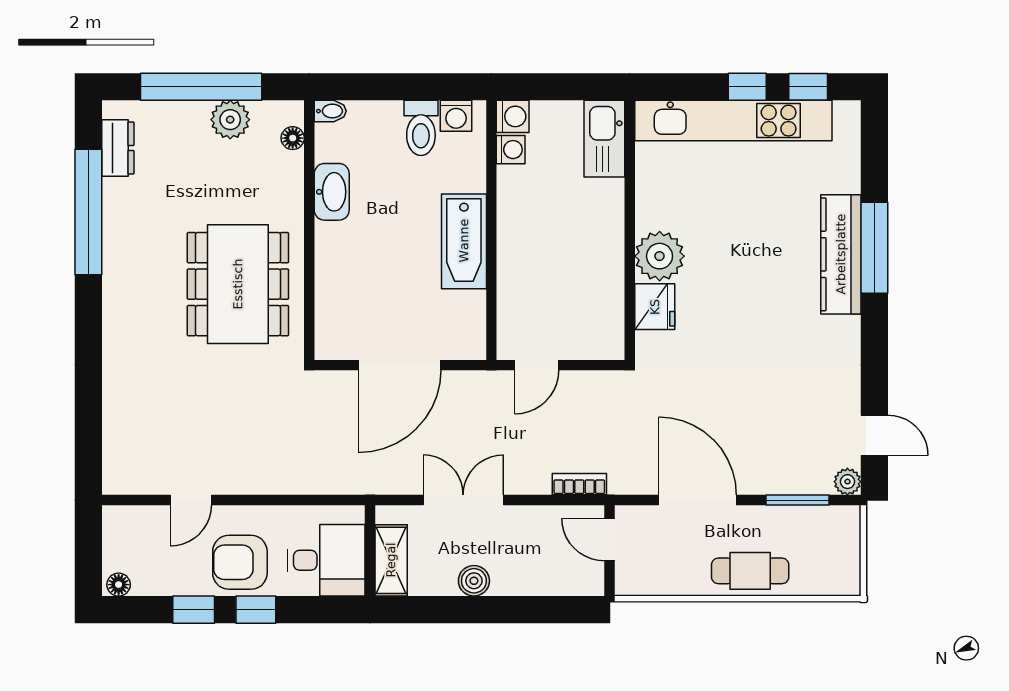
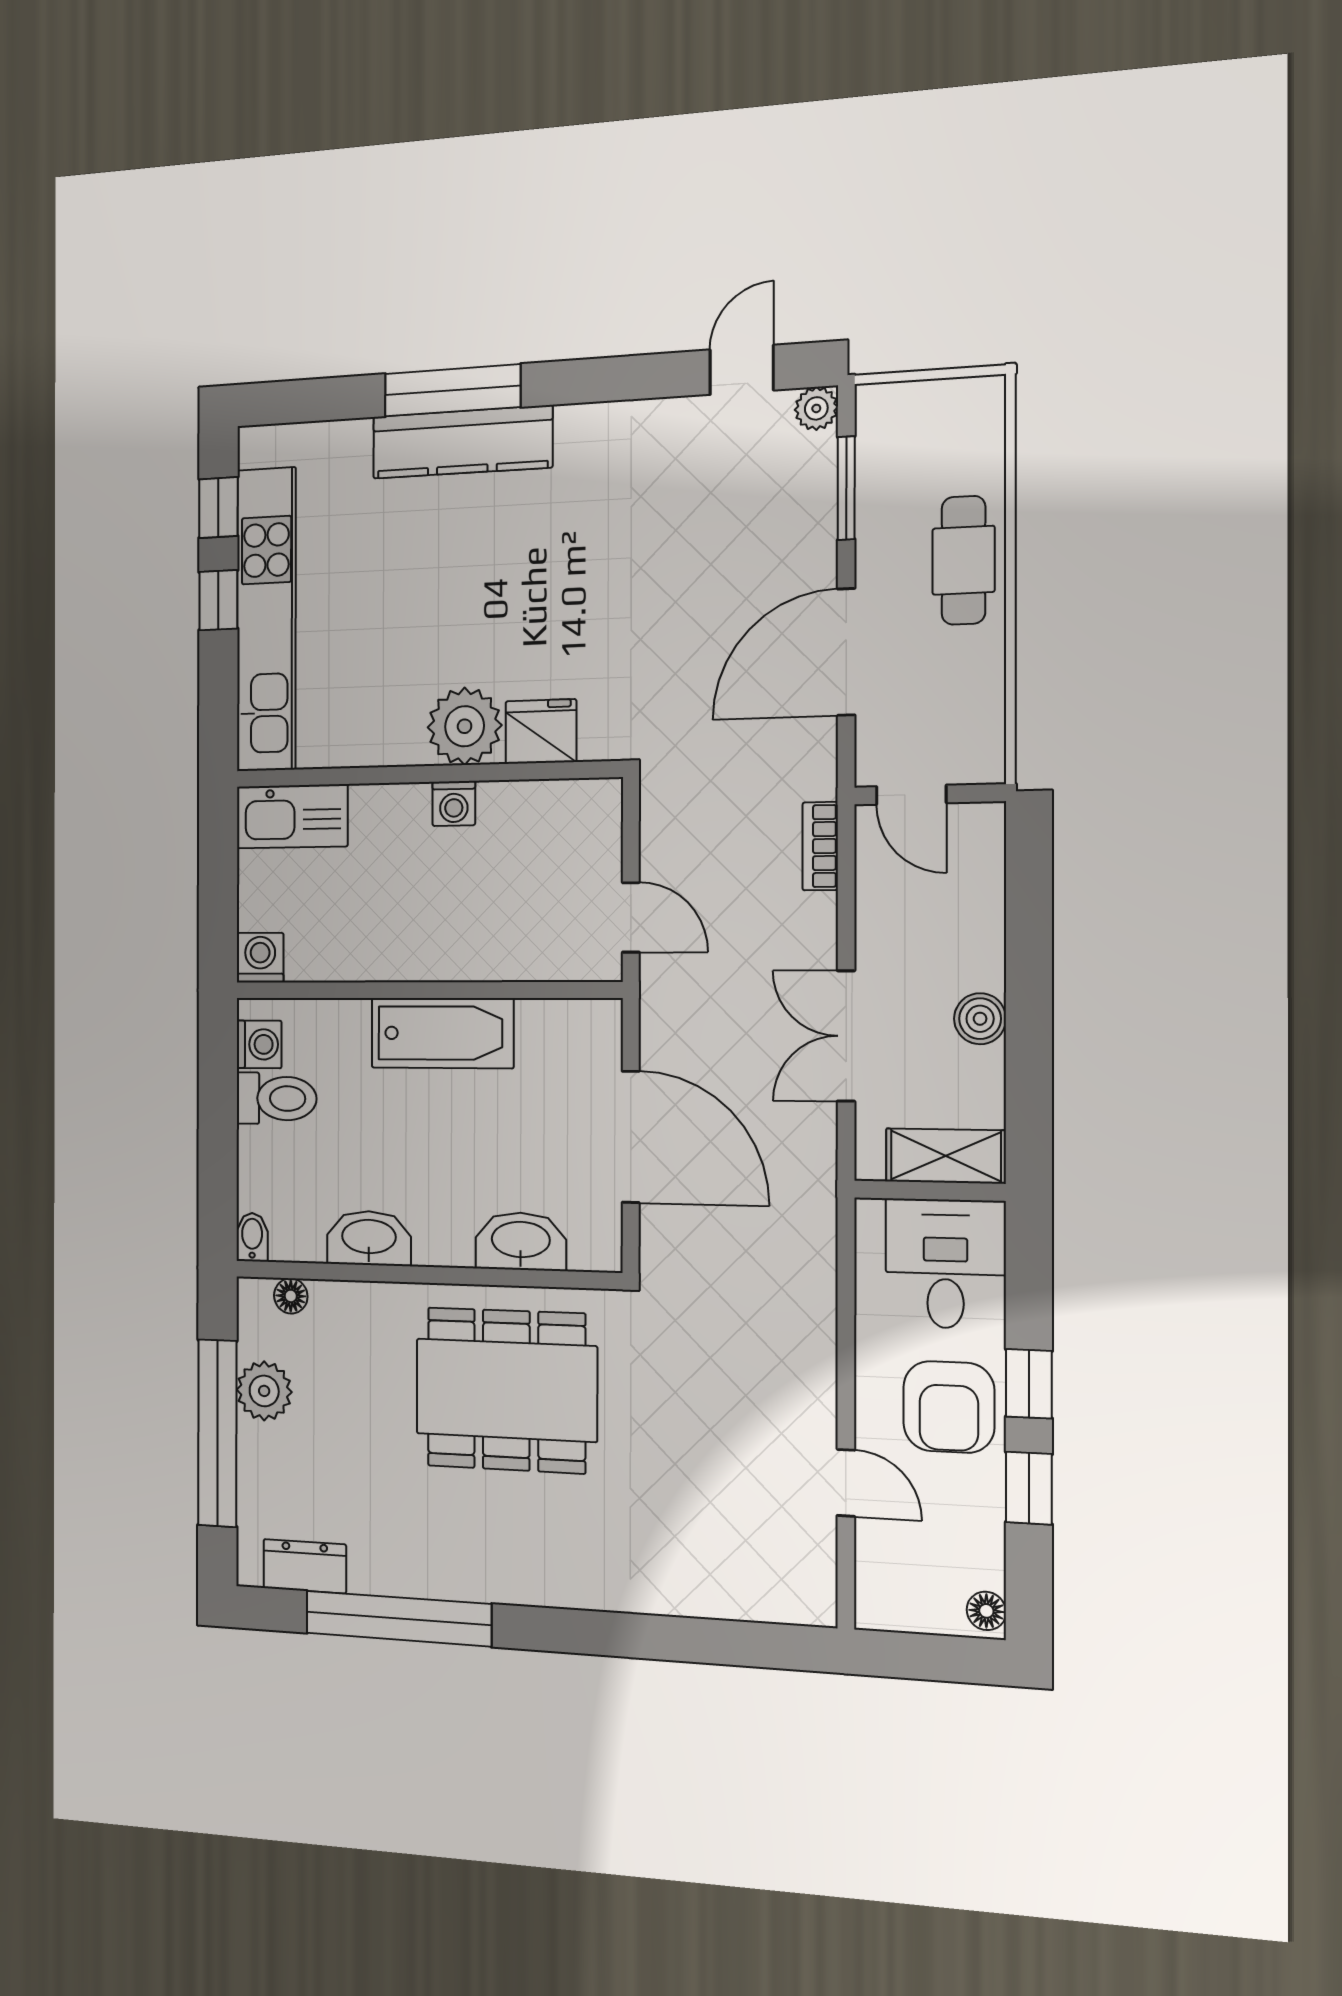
washing machine: (511, 150) -> (454, 803), moved, turned 180
washbasin: (332, 294) -> (521, 1241), added
door: (609, 540) -> (911, 795), hinge flipped

